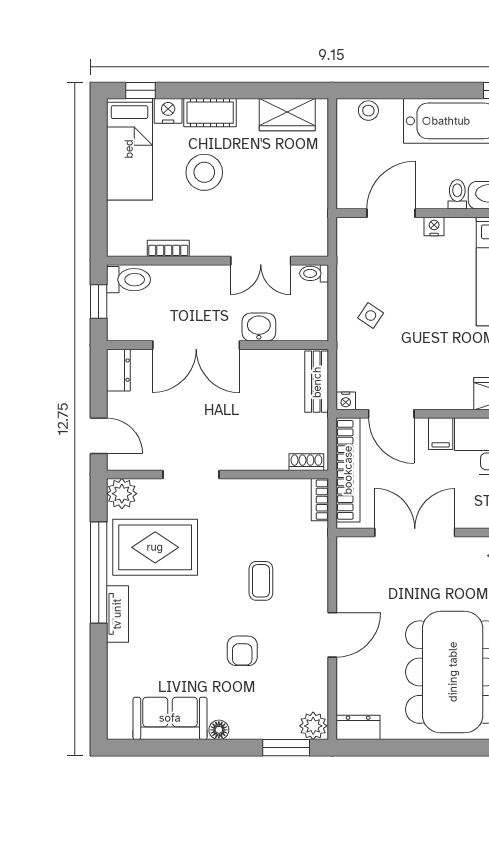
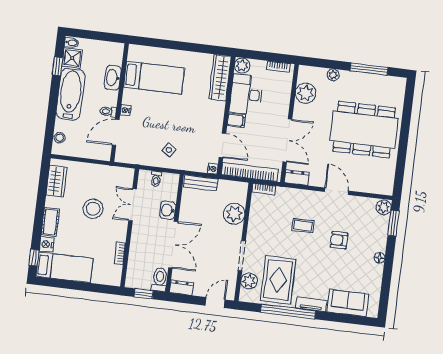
stool: (204, 172) -> (93, 209), moved
toilet: (457, 194) -> (108, 112), moved
door: (391, 213) -> (116, 132), hinge flipped
double door: (261, 261) -> (132, 205), swing flipped
toilet: (314, 273) -> (156, 179), moved
toilet: (128, 280) -> (160, 280), moved
door: (391, 414) -> (223, 145), hinge flipped
plant: (267, 451) -> (234, 214), added
shoe rack: (306, 462) -> (243, 194), removed
plant: (122, 494) -> (249, 281), moved
double door: (415, 533) -> (287, 141), swing flipped
armchair: (242, 651) -> (339, 240), turned 180
sofa: (170, 718) -> (348, 303), moved, turned 90
dresser: (358, 727) -> (297, 178), moved, turned 90

